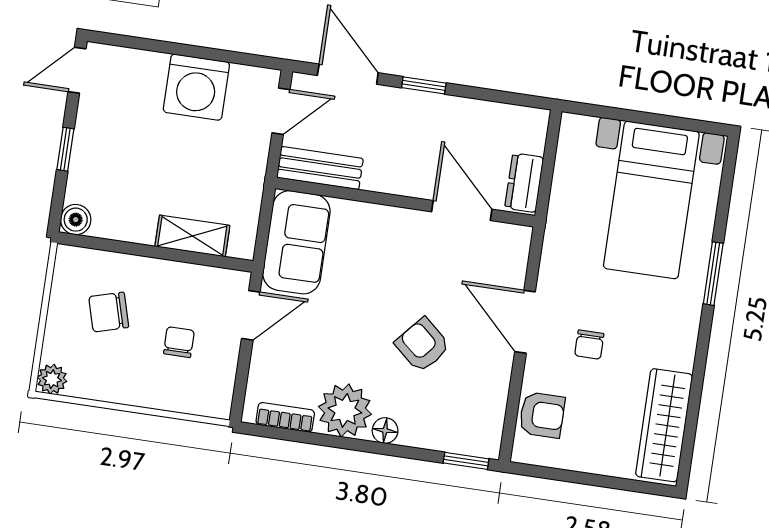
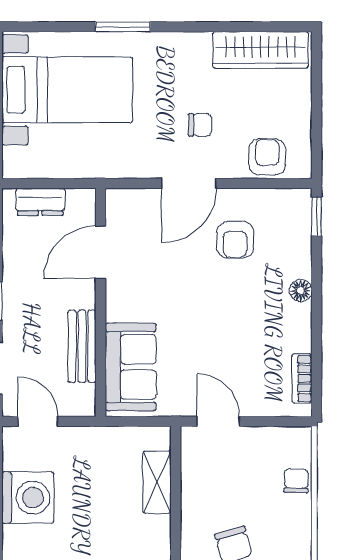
bench: (320, 168) -> (82, 346), moved
dresser: (524, 183) -> (40, 202), moved
sofa: (296, 242) -> (131, 367), moved, turned 90
chair: (179, 342) -> (296, 481), moved, turned 92
armchair: (423, 345) -> (235, 240), moved, turned -41
plant: (345, 410) -> (288, 328), removed

